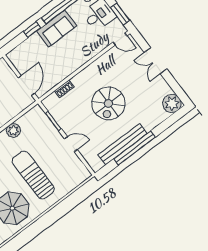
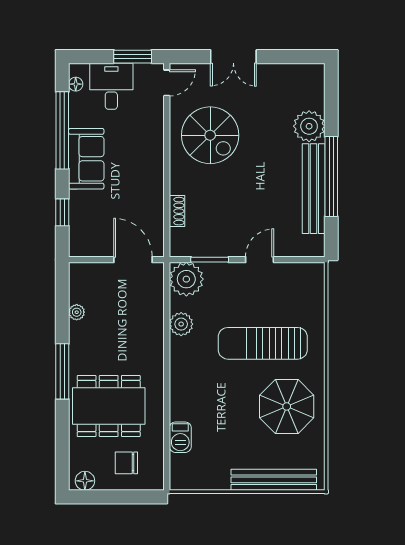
window: (32, 30) -> (62, 212), moved
spiral stairs: (108, 103) -> (210, 135), moved
plant: (172, 103) -> (309, 126), moved
plant: (36, 117) -> (186, 279), added

